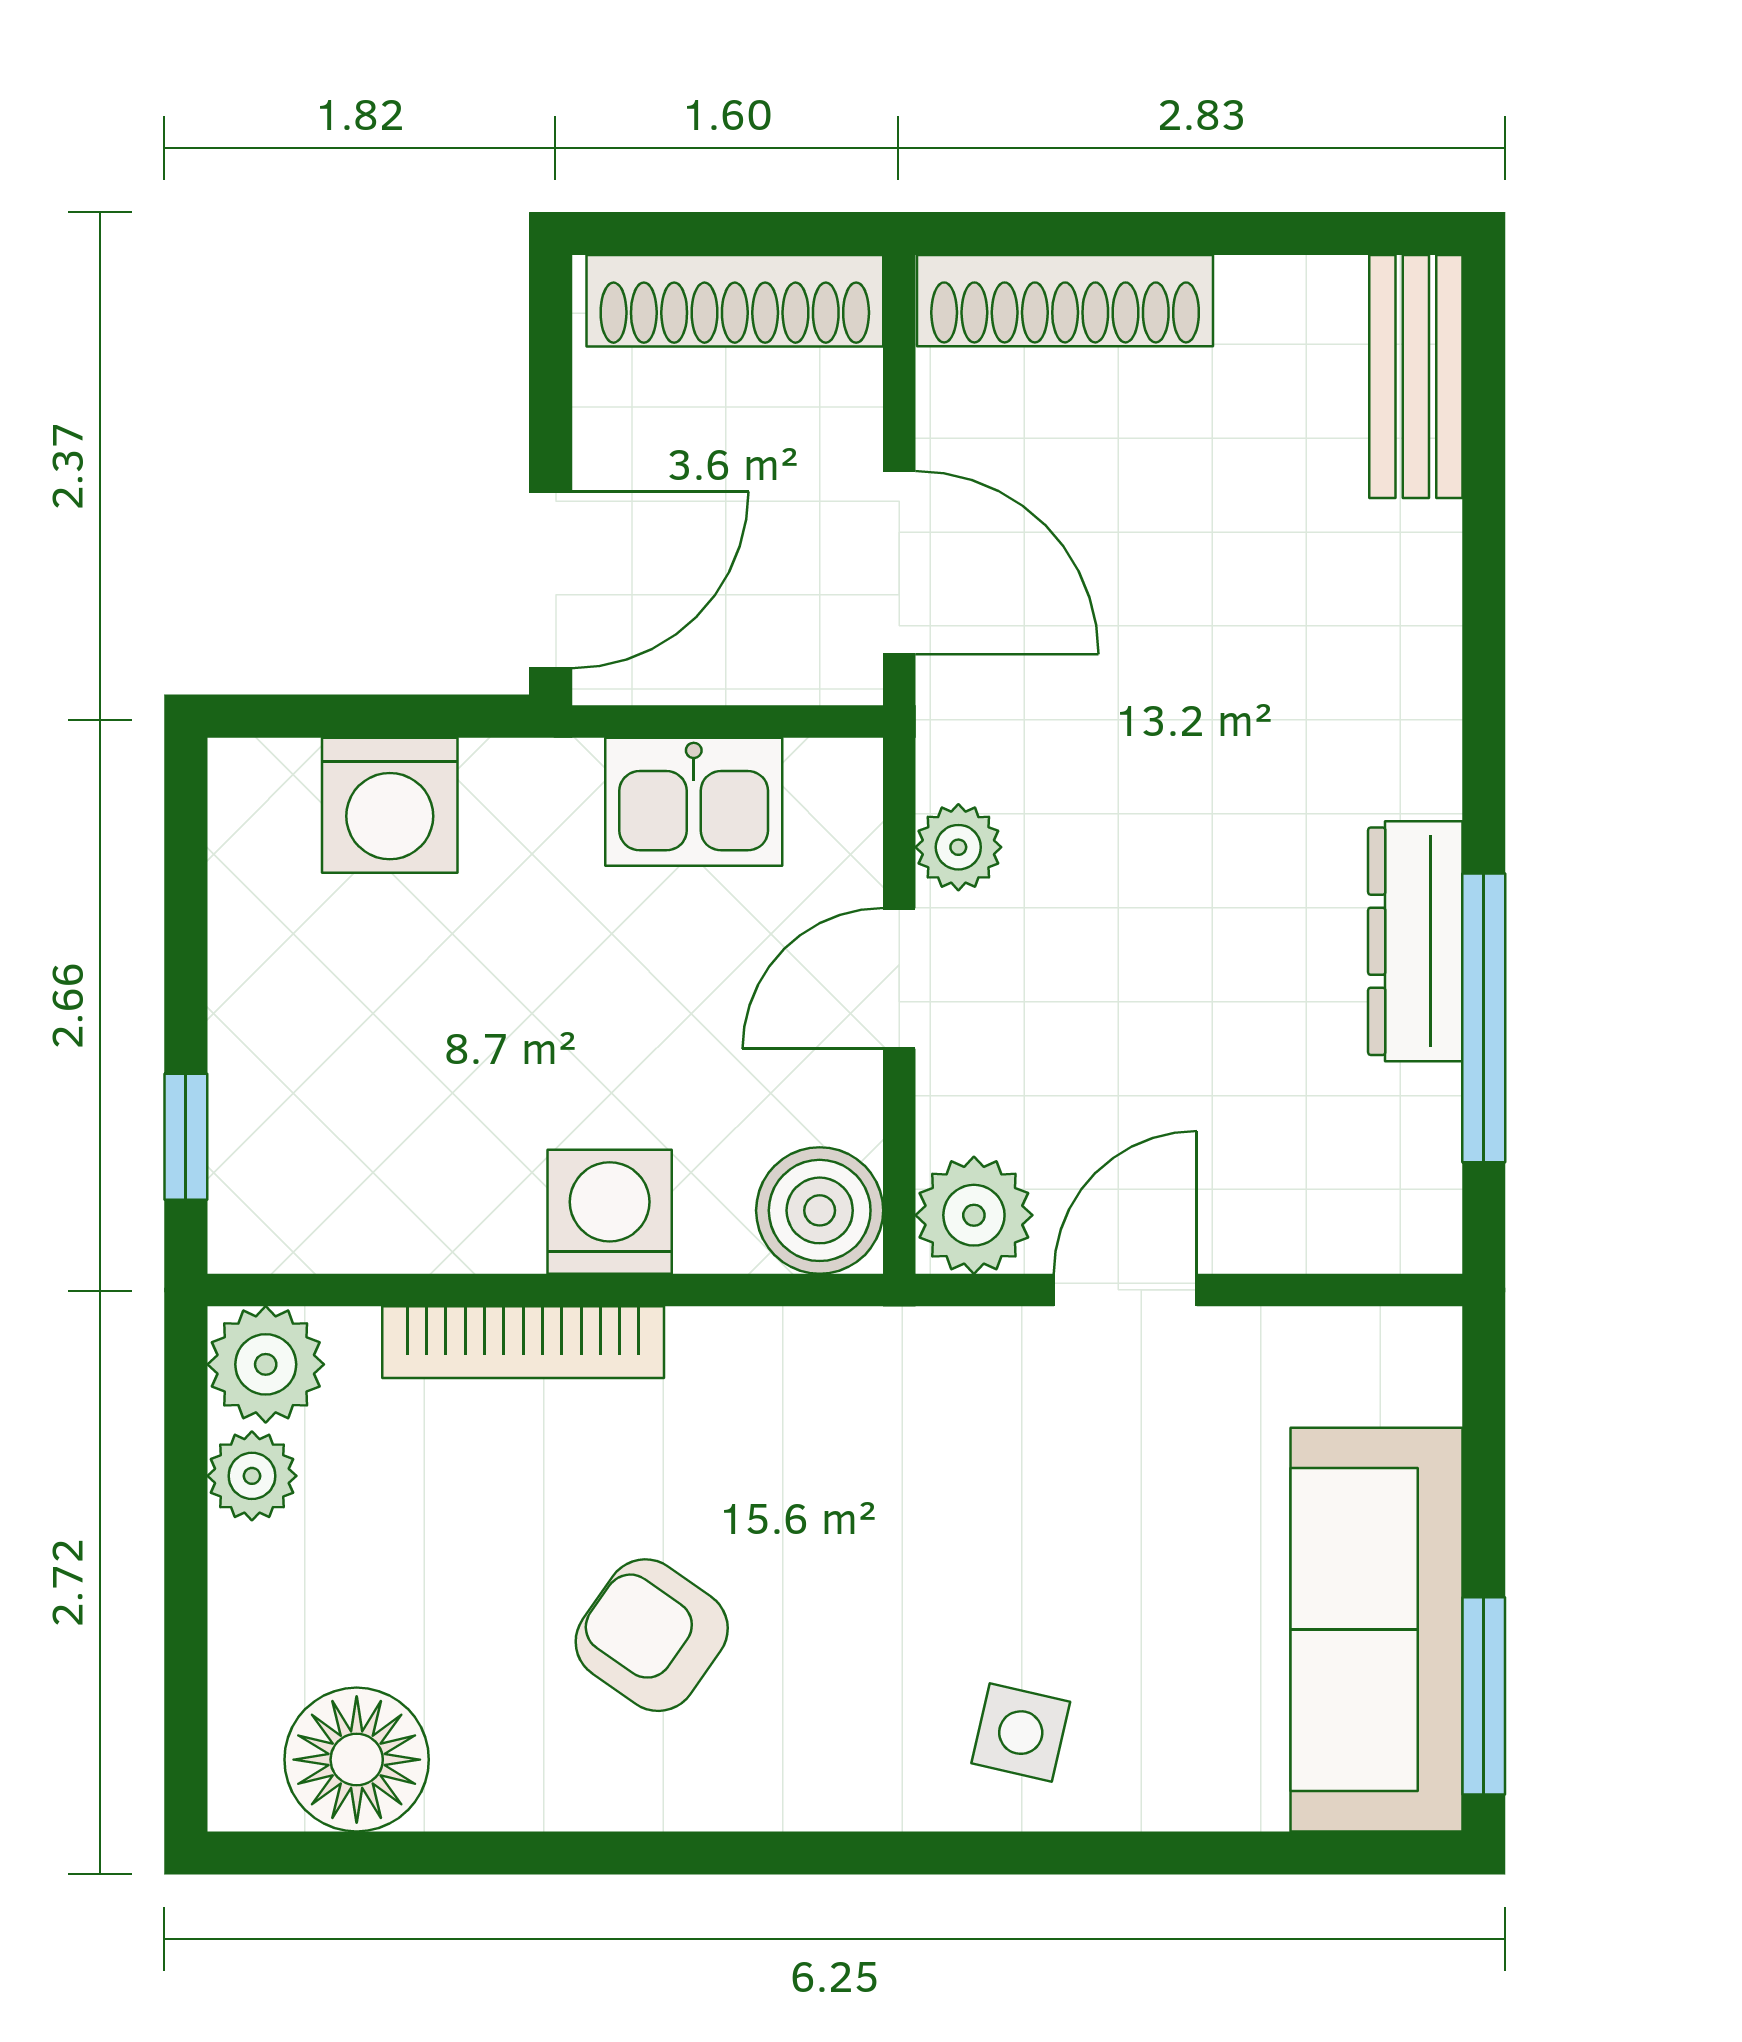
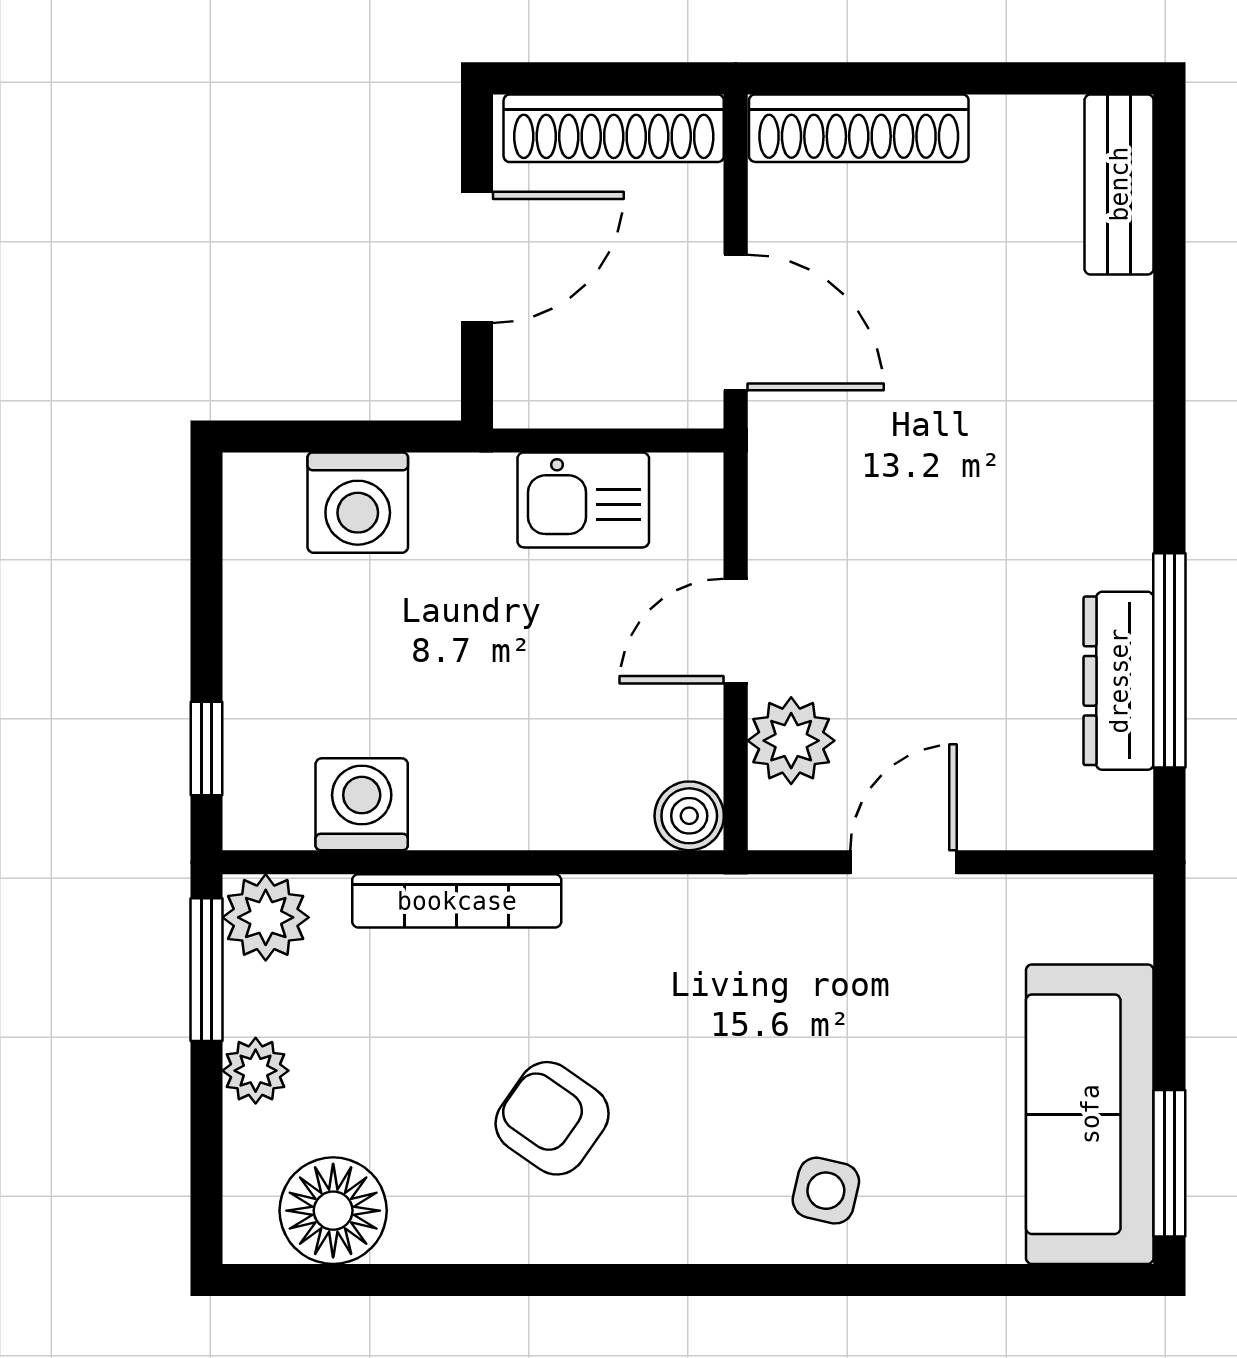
door: (551, 580) -> (477, 257), moved
plant: (958, 847) -> (780, 534), removed
dresser: (1415, 941) -> (1119, 681), moved
boiler: (820, 1210) -> (689, 816), width x0.73, depth x0.73
washing machine: (610, 1212) -> (362, 804), moved
plant: (974, 1215) -> (791, 741), moved
window: (186, 1435) -> (206, 970), added
plant: (252, 1476) -> (256, 1071), moved

